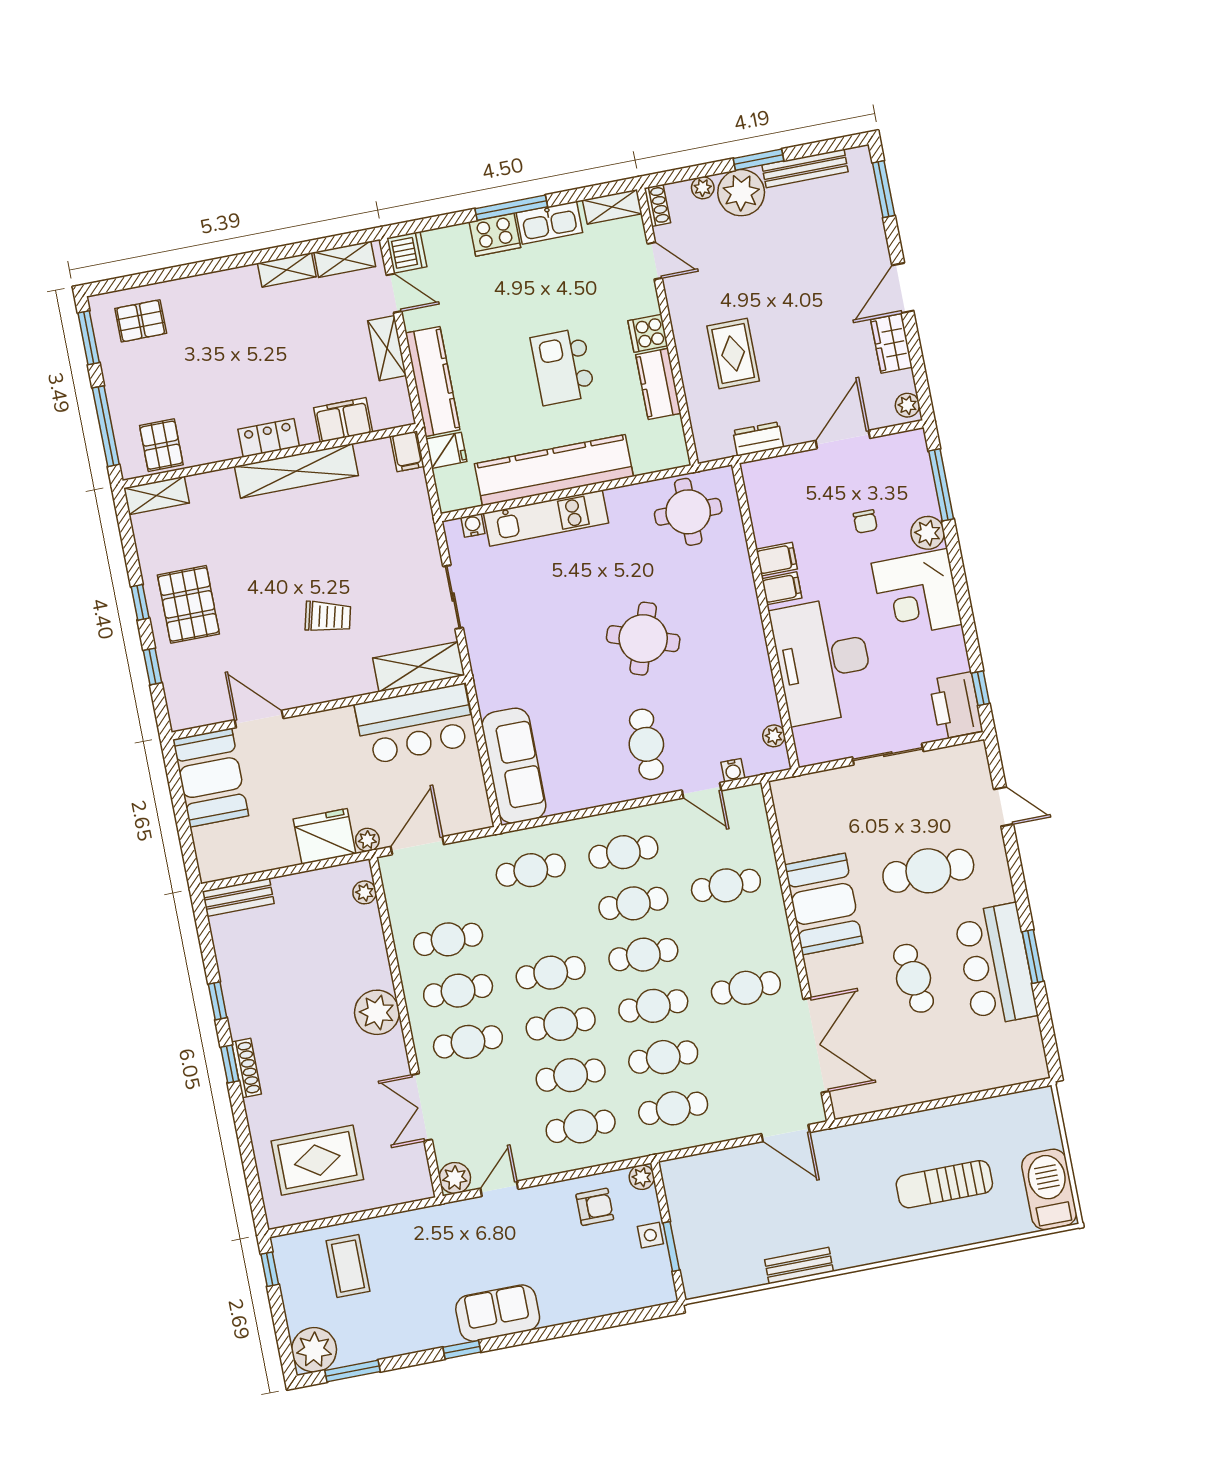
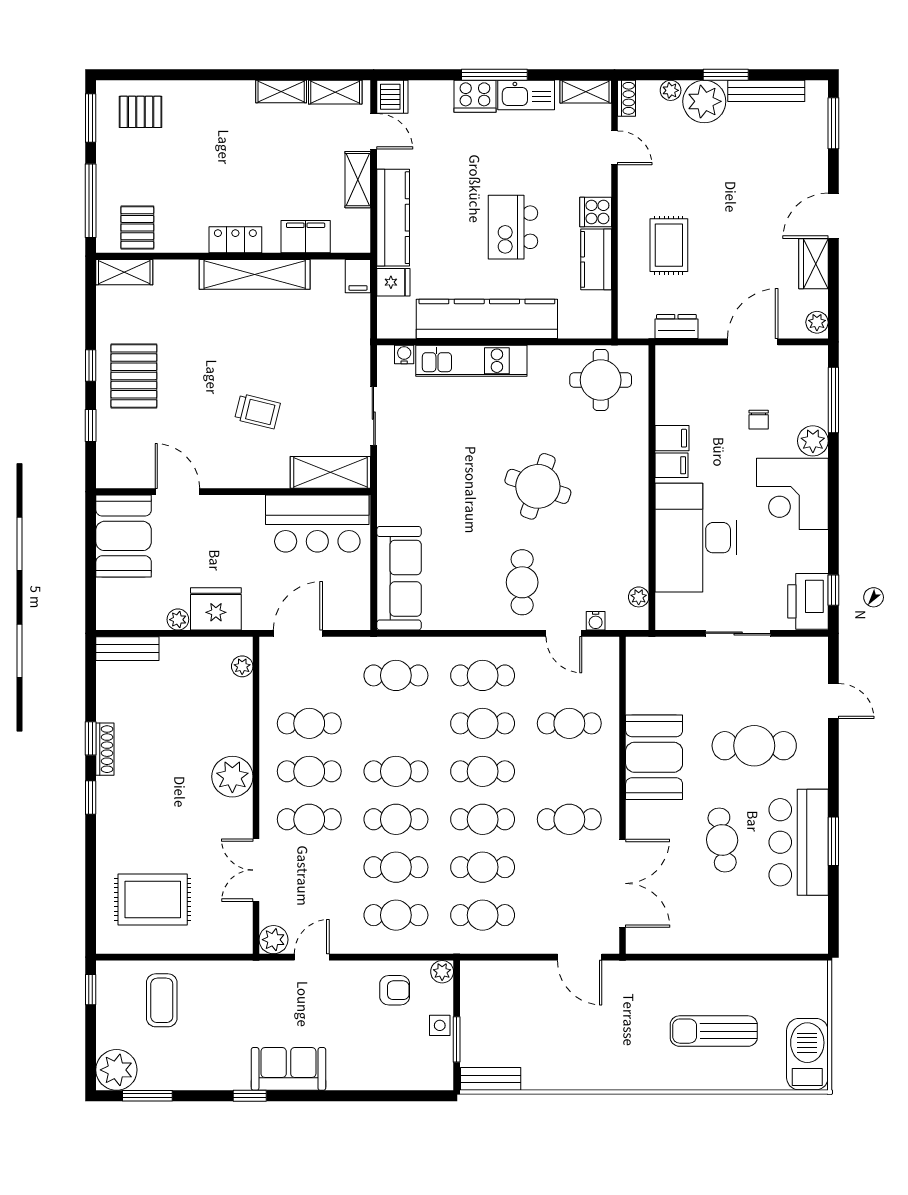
plant: (367, 840) -> (178, 620), moved
shoe rack: (246, 1068) -> (105, 749), moved
bench: (799, 1266) -> (491, 1079), moved

